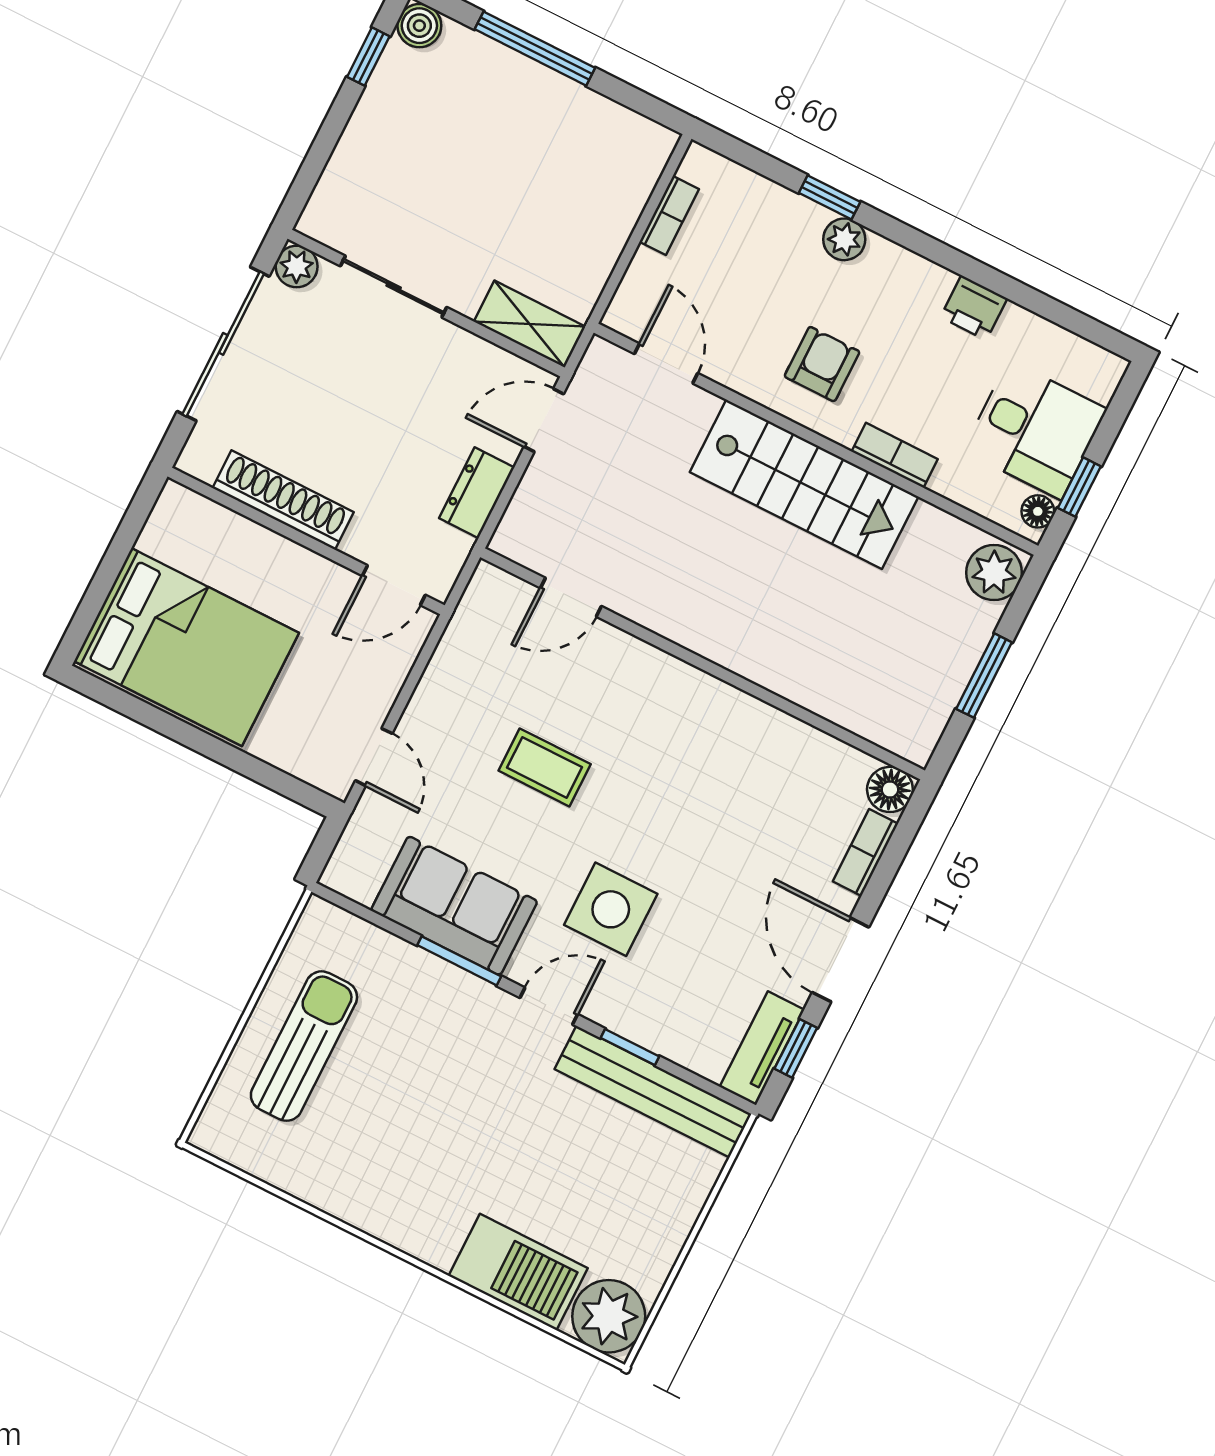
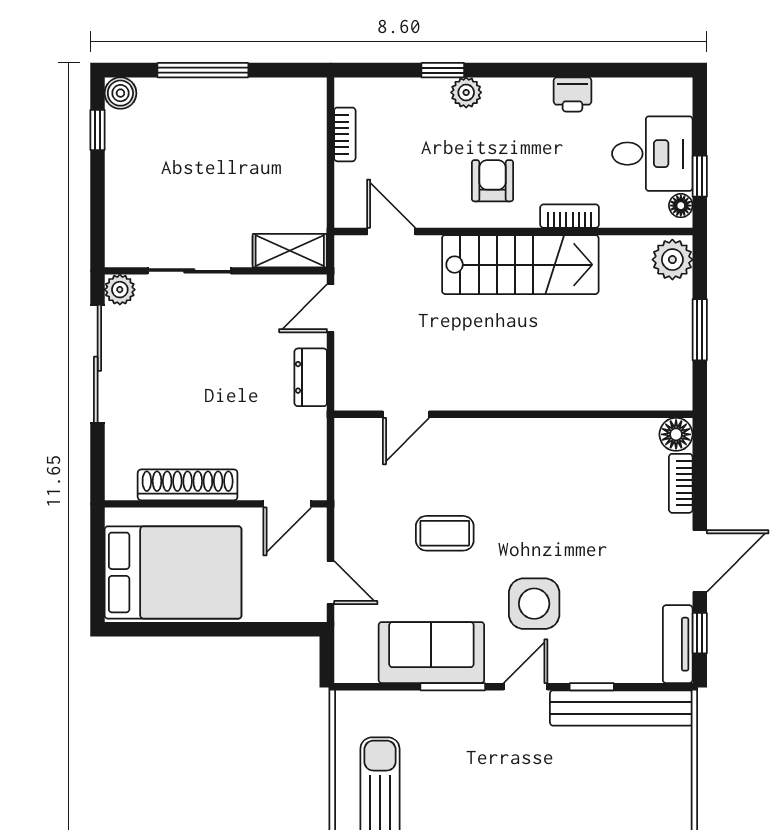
shoe rack: (283, 500) -> (188, 485), moved
wall: (306, 541) -> (216, 504), moved
door: (394, 585) -> (287, 504), moved
door: (841, 960) -> (700, 561), swing flipped

